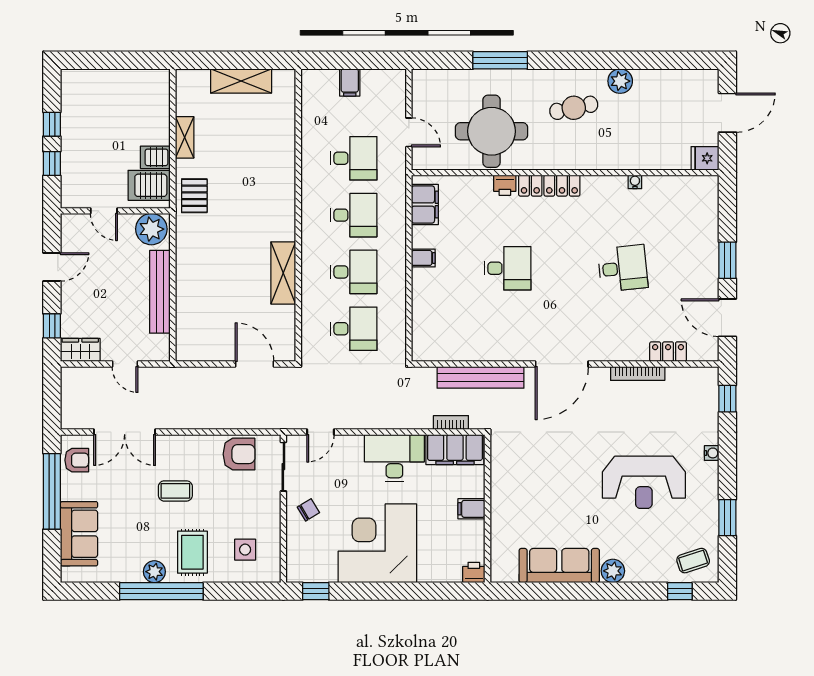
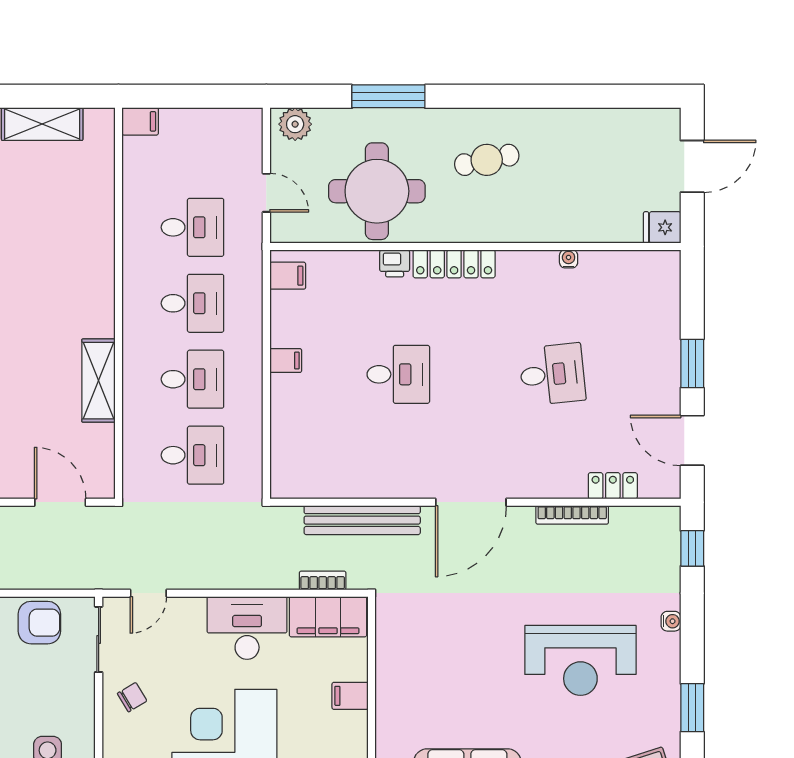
plant: (620, 81) -> (295, 124), moved
filing cabinet: (350, 82) -> (140, 121), moved, turned -90
filing cabinet: (425, 205) -> (288, 276), width x0.50

